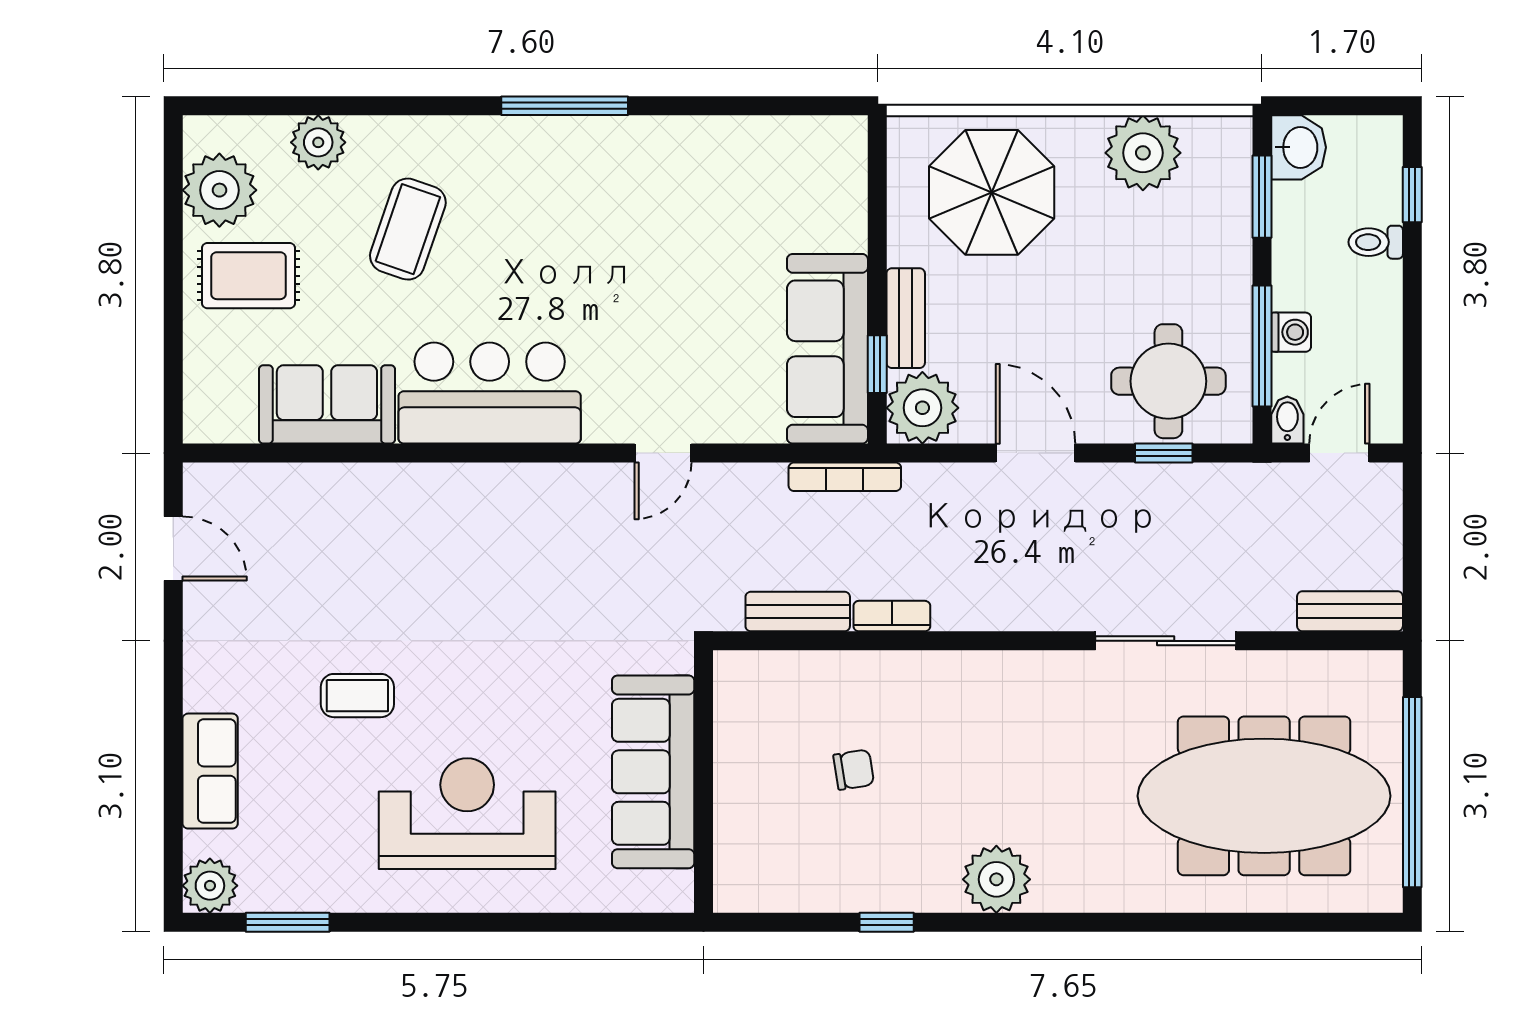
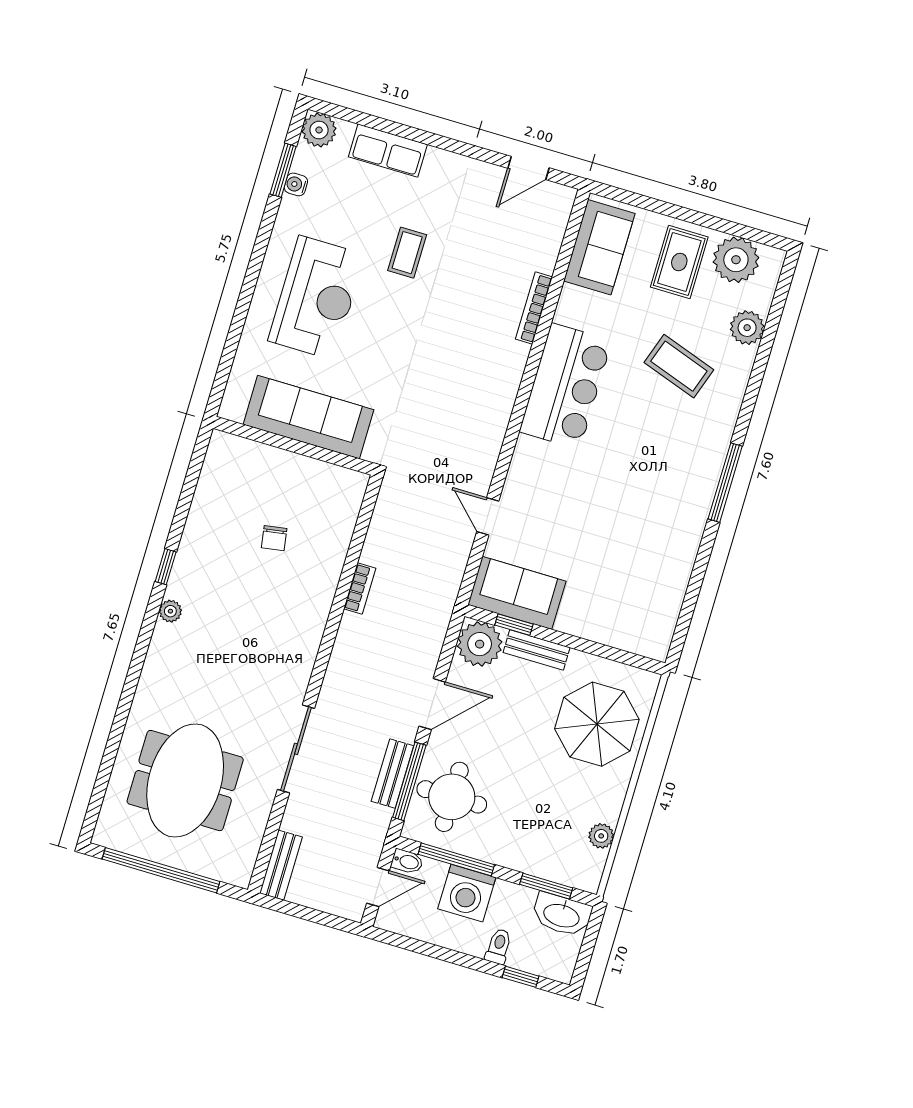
washbasin: (1299, 147) -> (562, 915), width x1.38
plant: (1143, 153) -> (601, 836), width x0.53, depth x0.53
washing machine: (1291, 332) -> (467, 893), width x1.89, depth x1.89
sofa: (827, 349) -> (517, 593), width x0.73
sofa: (327, 404) -> (599, 247), moved
door: (663, 453) -> (488, 516), moved
window: (1164, 453) -> (409, 781), width x2.17
door: (1339, 453) -> (378, 887), hinge flipped
bookcase: (845, 477) -> (534, 308), moved
bench: (798, 611) -> (392, 774), moved
meeting table: (1264, 796) -> (185, 781), width x0.73
plant: (996, 879) -> (170, 611), width x0.53, depth x0.53
water cooler: (304, 896) -> (296, 184), added
window: (887, 922) -> (166, 567), moved

